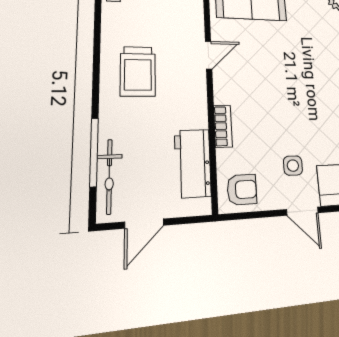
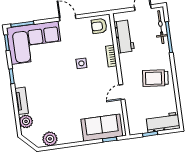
trolley: (138, 71) -> (155, 78), turned -84
side table: (293, 166) -> (81, 63), moved

